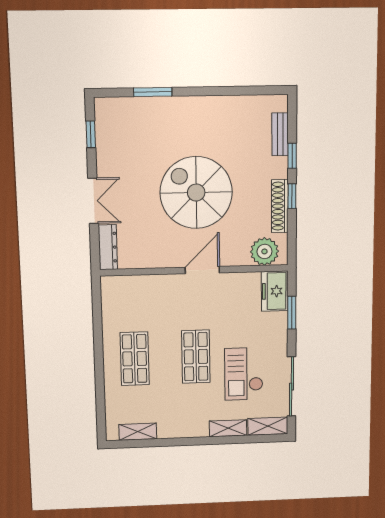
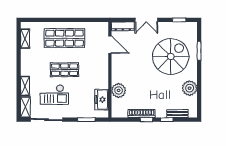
plant: (229, 110) -> (190, 88), added
spiral stairs: (196, 193) -> (171, 56), moved
plant: (264, 251) -> (119, 90), moved
door: (202, 270) -> (110, 45), moved
freezer: (275, 291) -> (102, 100), moved, turned -90
shop shelf: (135, 359) -> (64, 38), width x1.43, depth x1.36
checkout: (244, 374) -> (54, 95), turned 180

